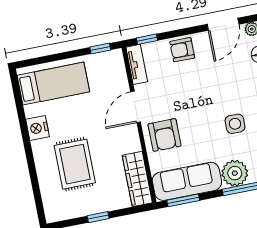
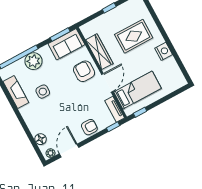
bed: (53, 84) -> (137, 90), moved, turned 180
rug: (75, 164) -> (134, 36), turned 90
wardrobe: (137, 179) -> (99, 52), moved
sofa: (187, 181) -> (66, 44), width x0.73

